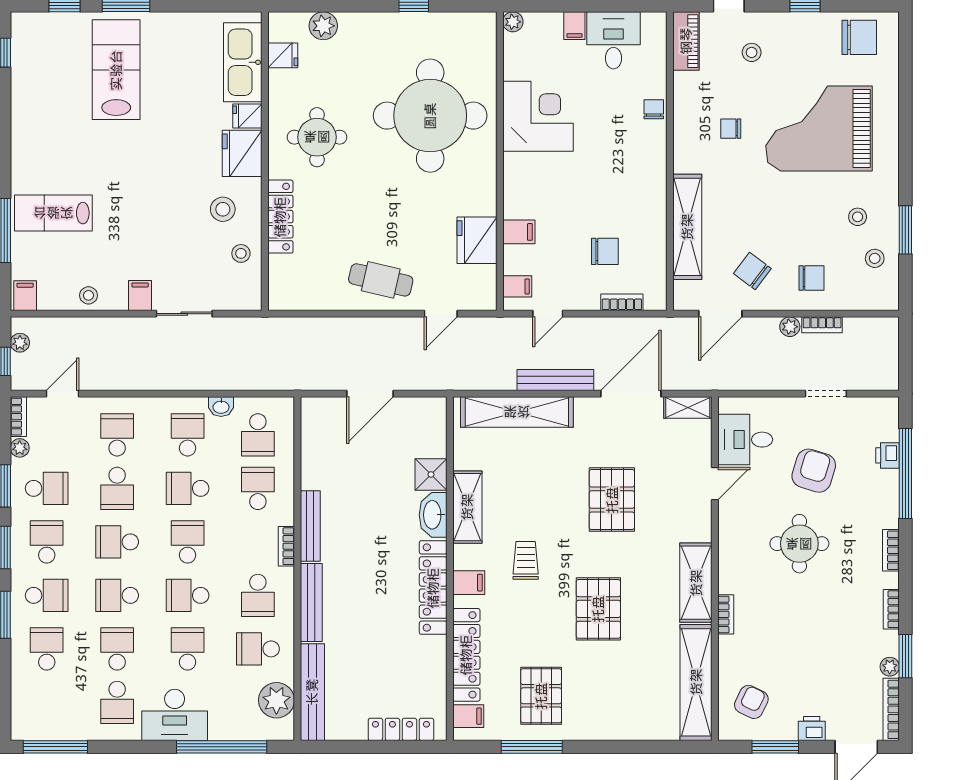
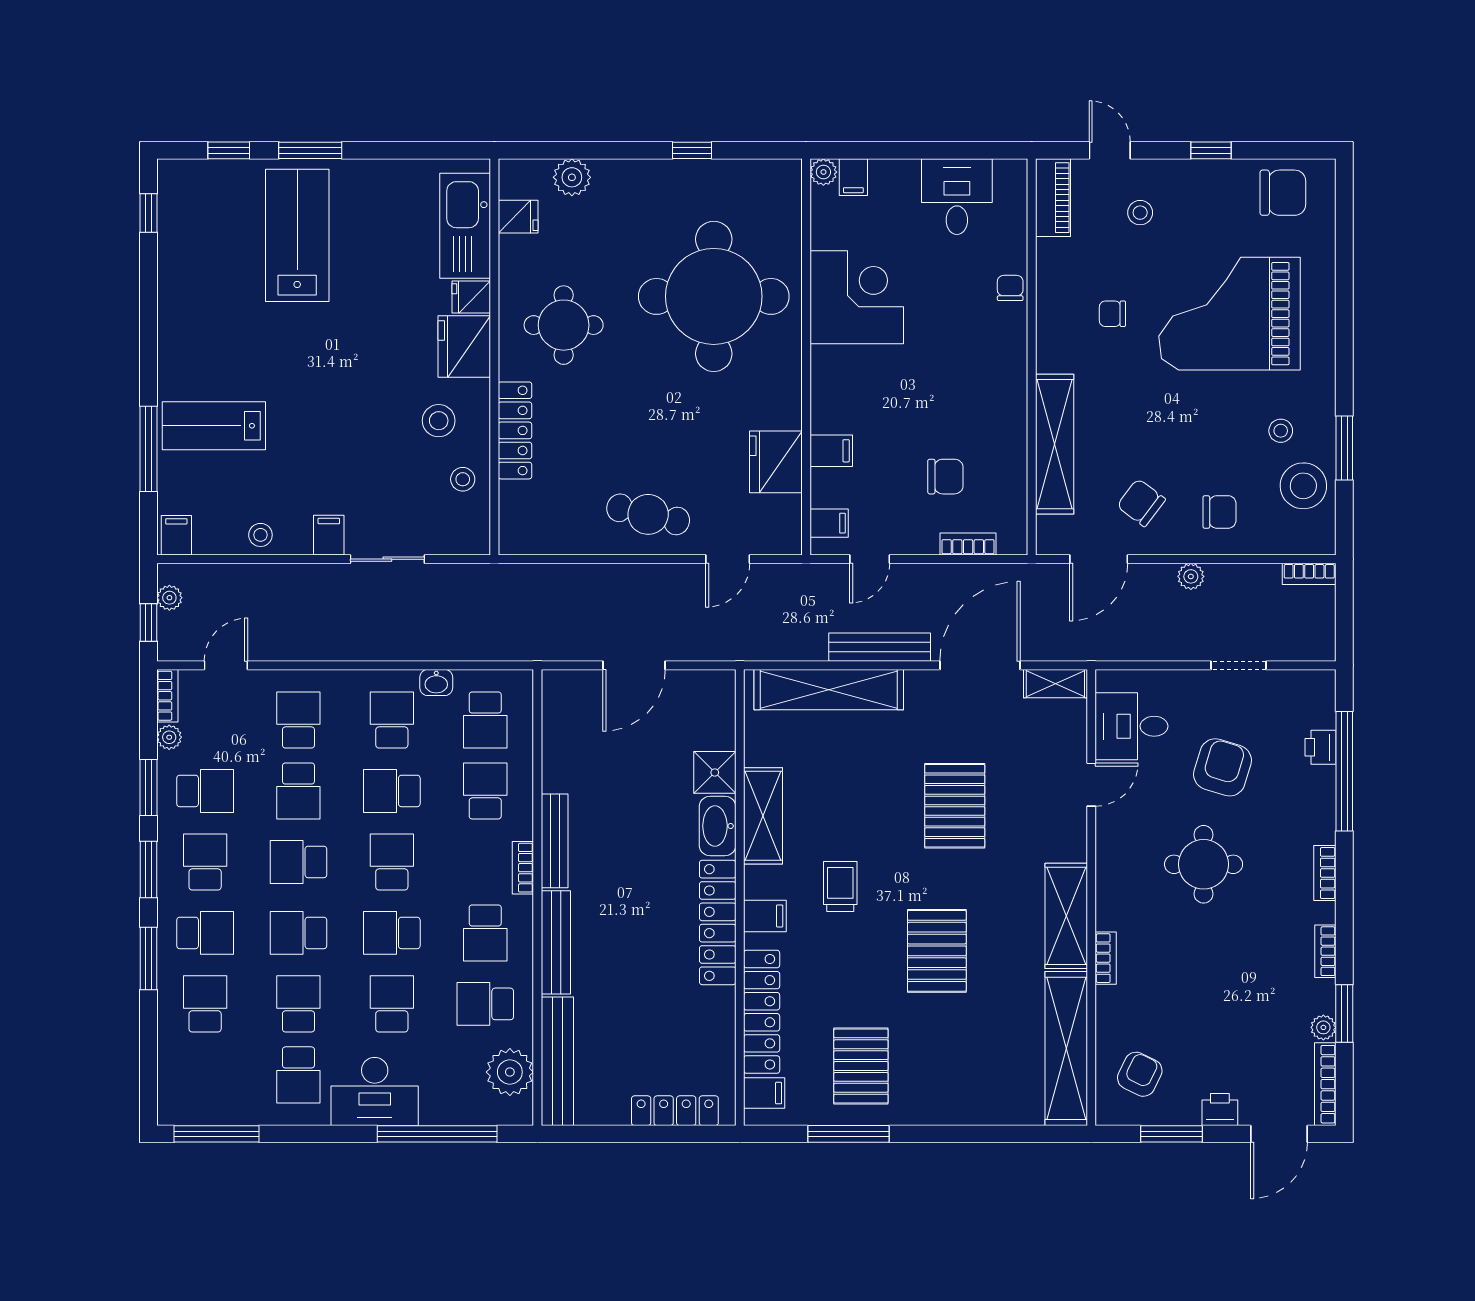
filing cabinet: (574, 26) -> (853, 177), moved
stool: (875, 258) -> (1303, 486), width x1.89, depth x1.89
bookcase: (822, 325) -> (1309, 574), moved

